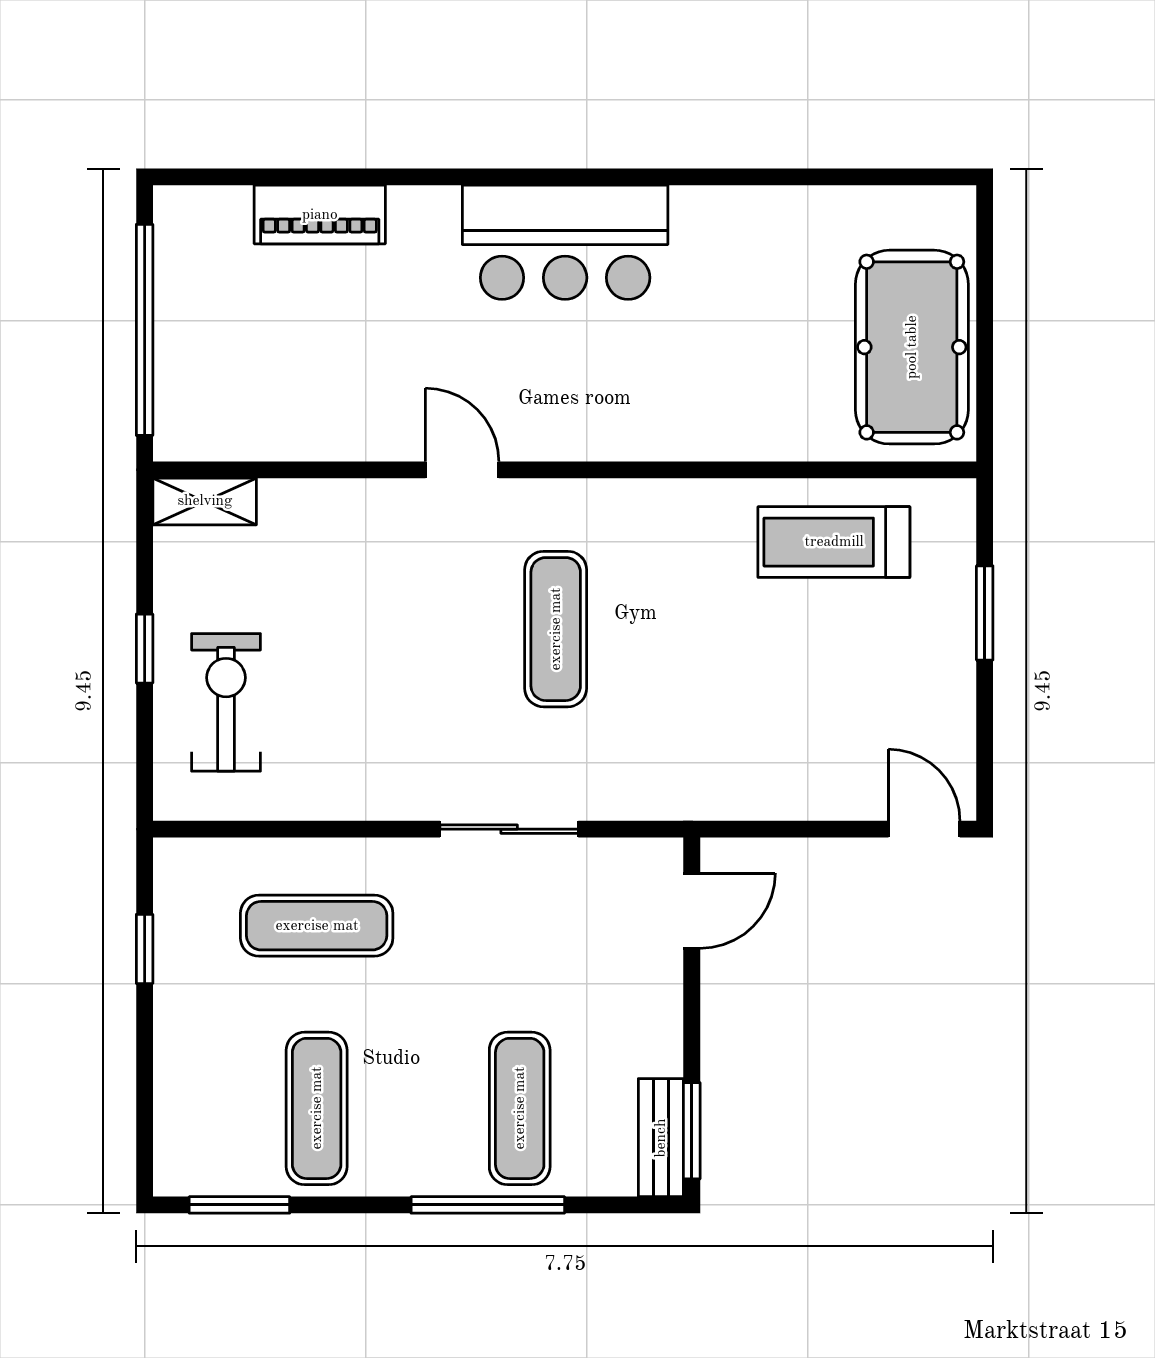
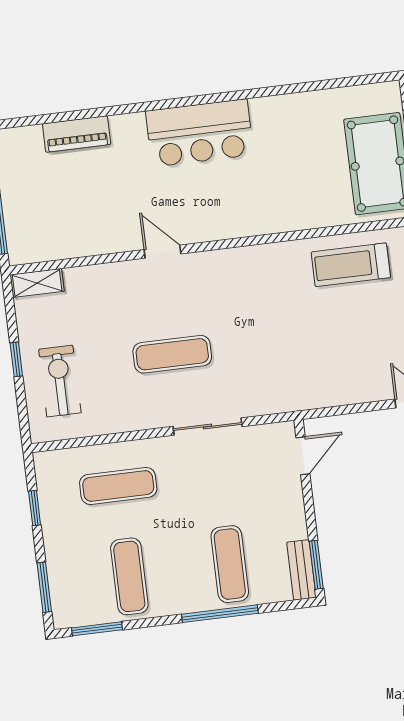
exercise mat: (556, 629) -> (172, 354), moved, turned 90
window: (145, 1109) -> (44, 587), added

